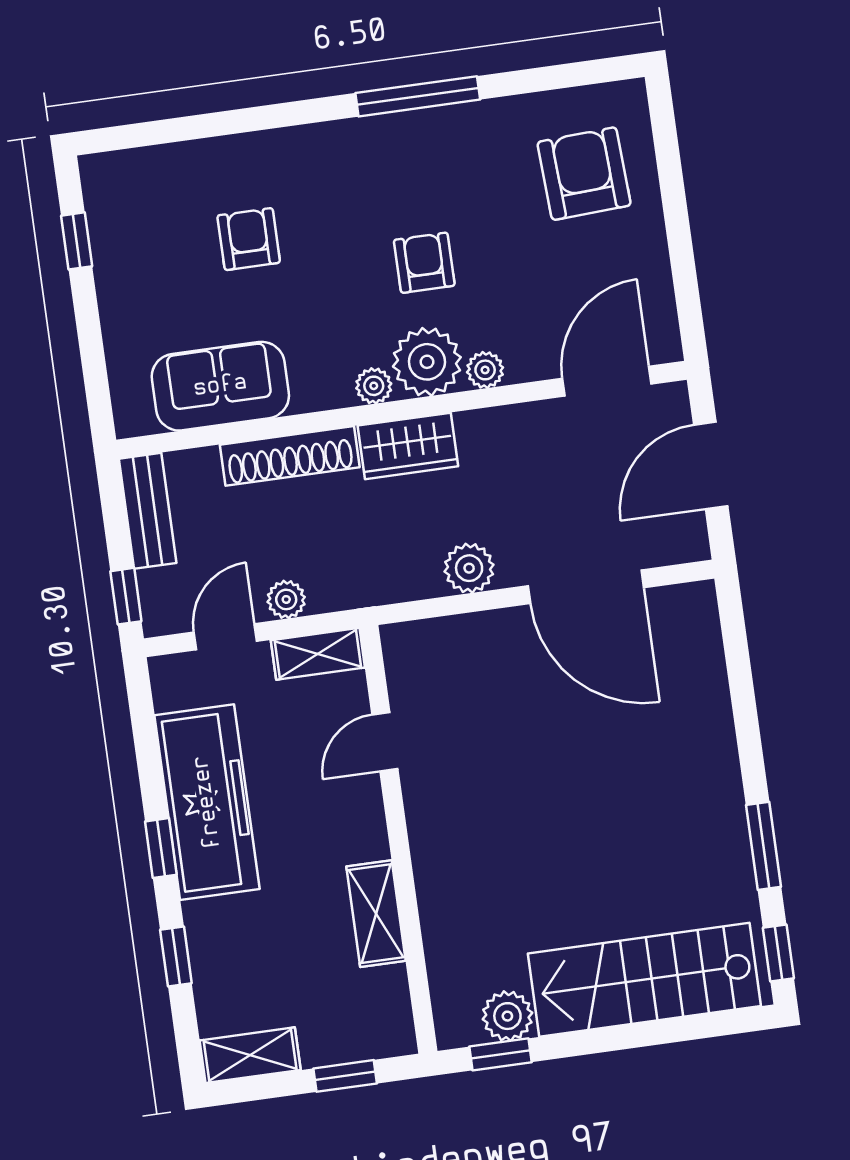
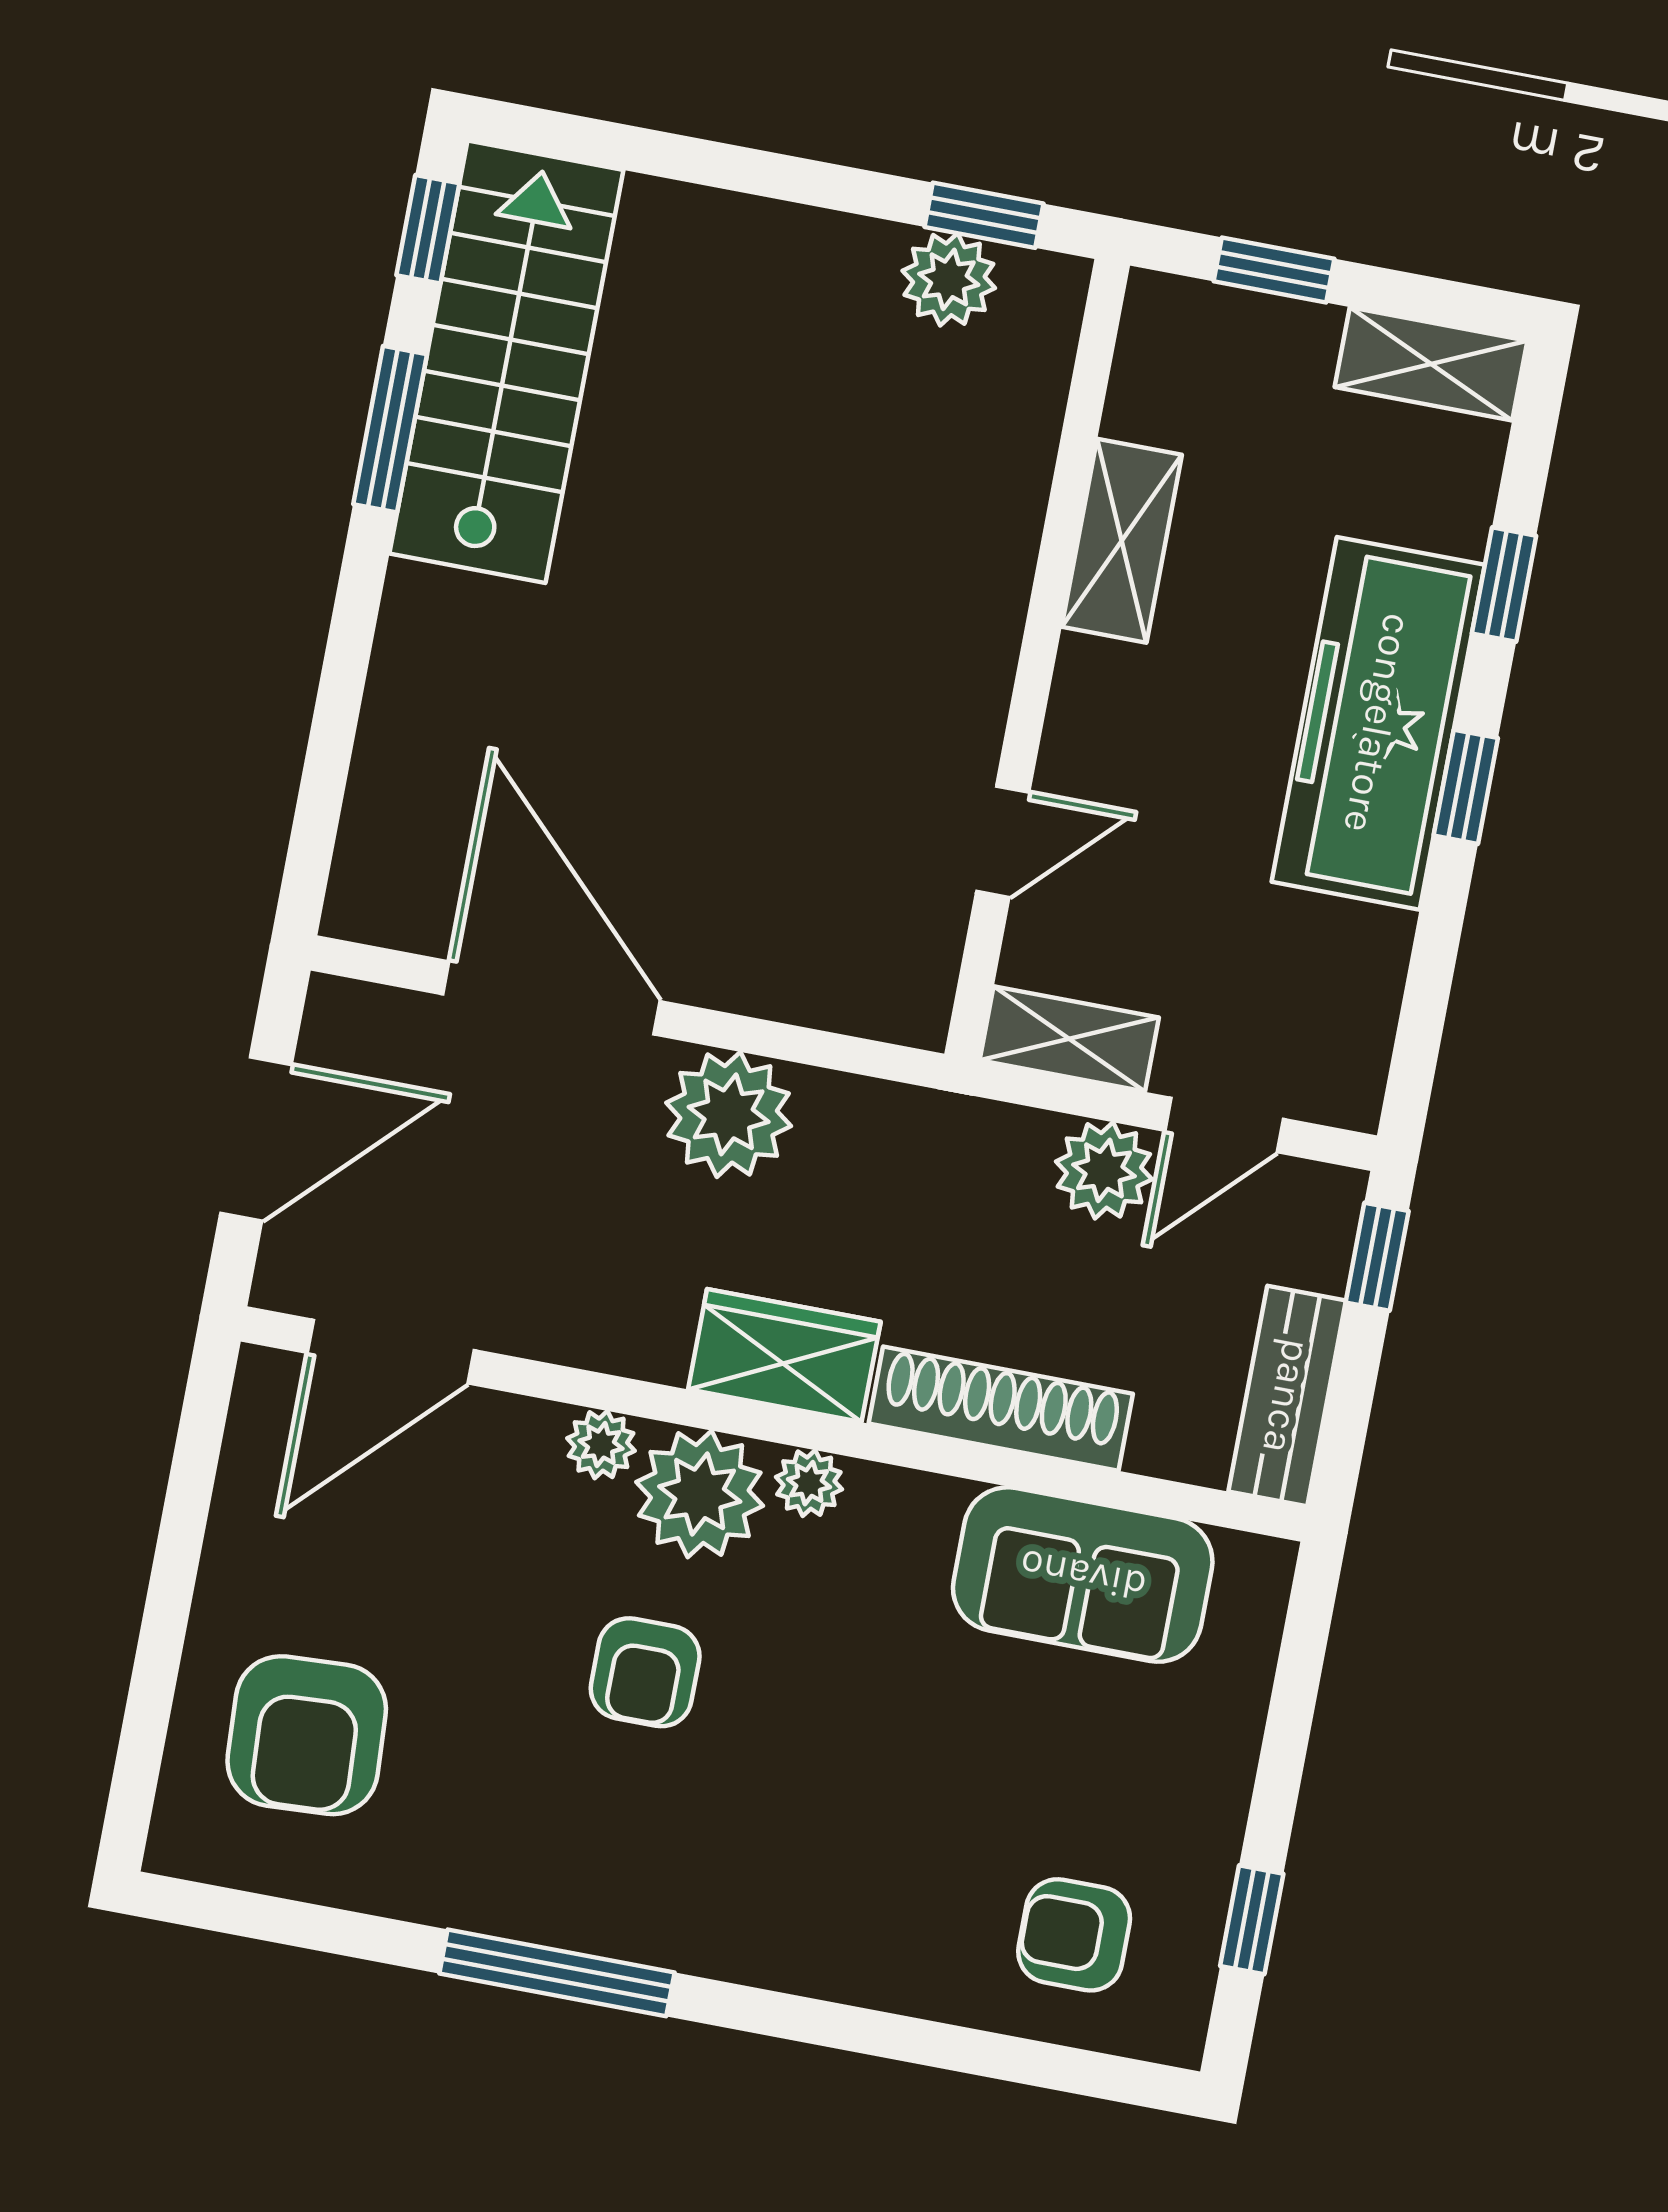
armchair: (249, 239) -> (1074, 1935), moved, turned 90
plant: (469, 568) -> (729, 1114), width x1.36, depth x1.36
plant: (286, 599) -> (1104, 1170), width x1.38, depth x1.38
freezer: (207, 802) -> (1378, 723), moved
stairs: (644, 980) -> (506, 362), moved, turned -90

